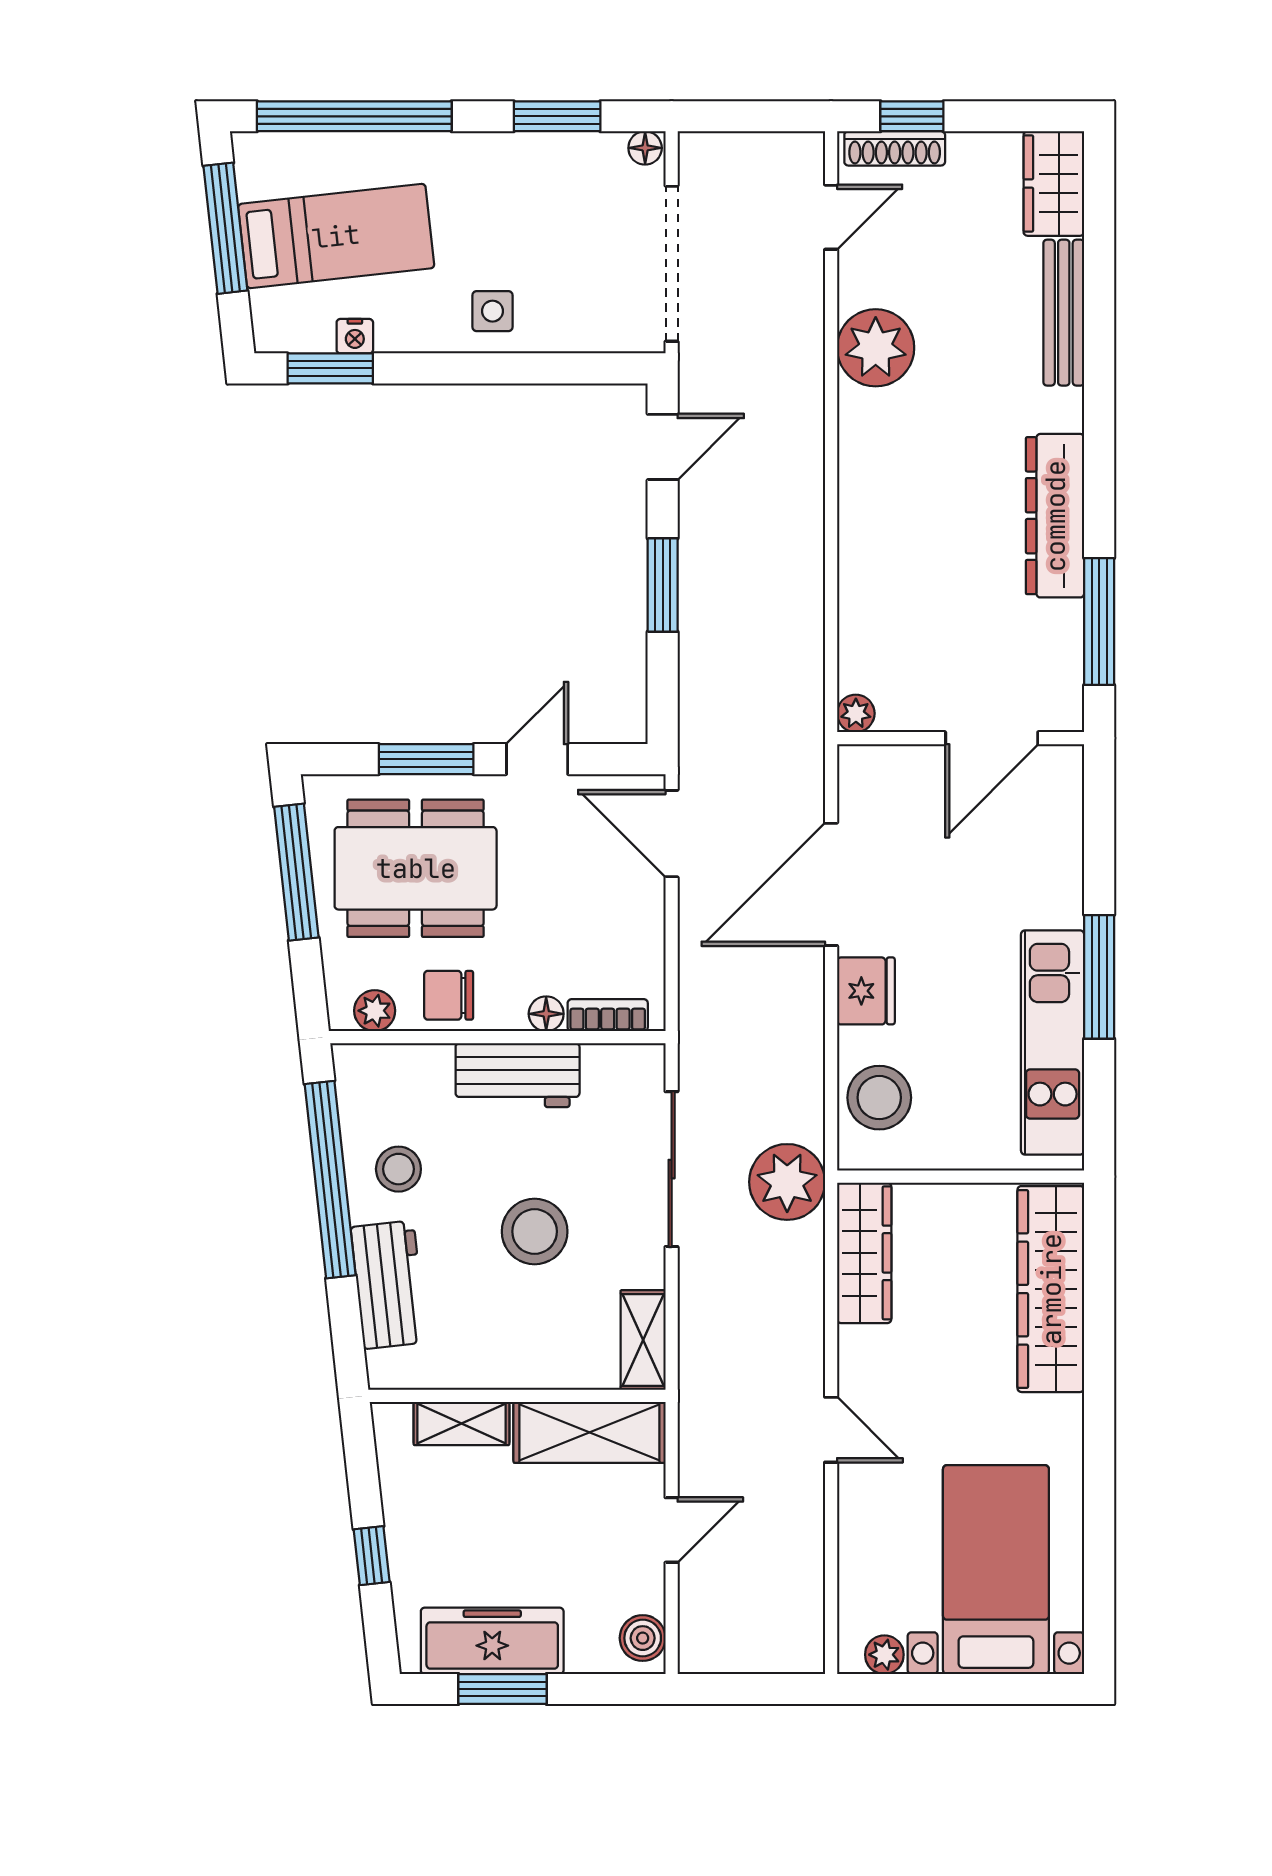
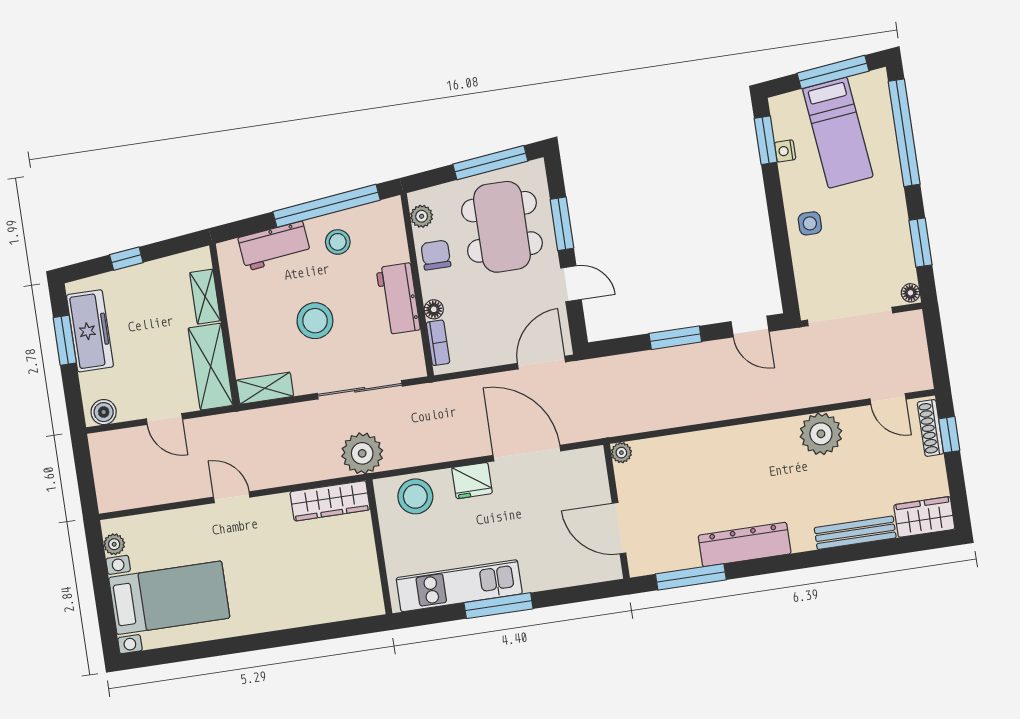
wardrobe: (1051, 1289) -> (326, 605), removed
door: (831, 1430) -> (232, 497), swing flipped

